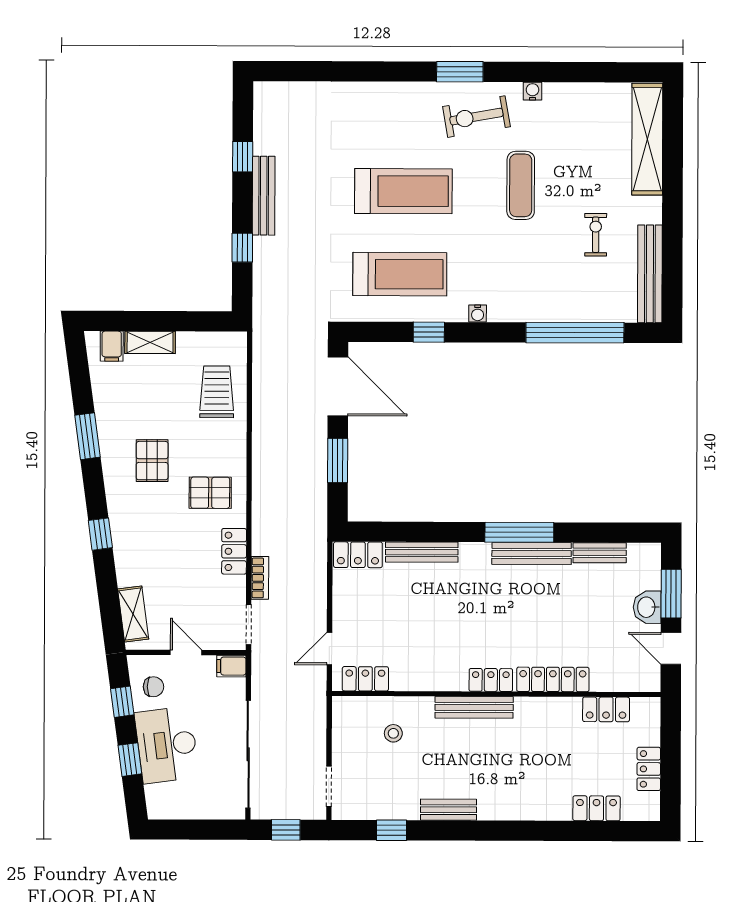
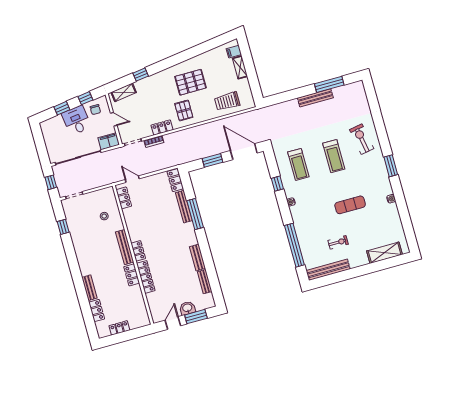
exercise bike: (476, 117) -> (362, 139), moved
shelving: (647, 139) -> (385, 253), width x0.68
window: (243, 157) -> (329, 84), width x2.17
treadmill: (403, 191) -> (334, 156), width x0.73, depth x0.73
window: (242, 248) -> (291, 95), removed
treadmill: (400, 274) -> (298, 164), width x0.73, depth x0.73
door: (338, 386) -> (244, 152), swing flipped
trolley: (217, 392) -> (227, 101), turned 180
window: (87, 436) -> (193, 52), removed
pallet: (152, 461) -> (190, 82), width x1.50, depth x1.42
window: (519, 532) -> (195, 214), moved
window: (100, 534) -> (141, 75), moved
bench: (532, 553) -> (198, 257), width x0.73
door: (186, 652) -> (114, 119), hinge flipped
filing cabinet: (231, 666) -> (109, 141), width x2.00
locker: (606, 709) -> (132, 275), moved
desk: (167, 745) -> (76, 120), width x0.73
bench: (449, 810) -> (89, 288), moved

